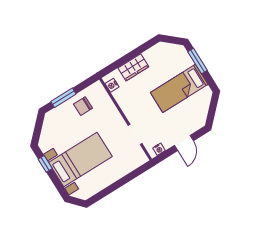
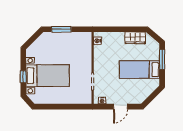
wardrobe: (133, 67) -> (135, 38), moved
chair: (83, 106) -> (71, 42), removed
window: (45, 164) -> (23, 77), moved

